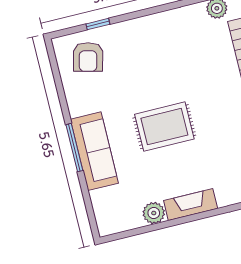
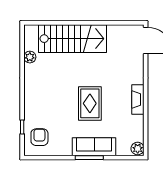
armchair: (88, 57) -> (39, 137), turned -104
plant: (154, 213) -> (138, 149), moved

